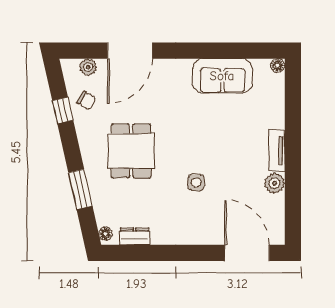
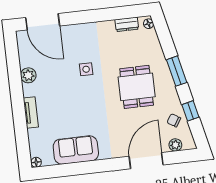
tv unit: (277, 151) -> (31, 113), moved
window: (80, 189) -> (177, 71), moved

